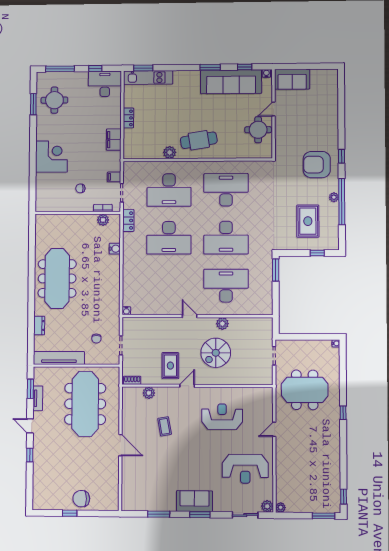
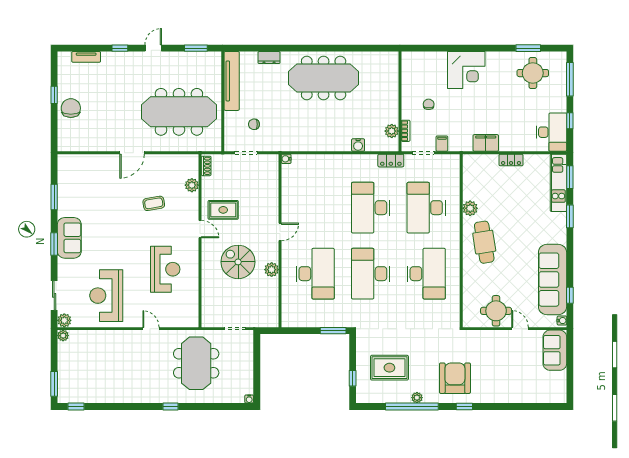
window: (210, 67) -> (570, 216), moved
tv unit: (38, 398) -> (86, 57), moved

